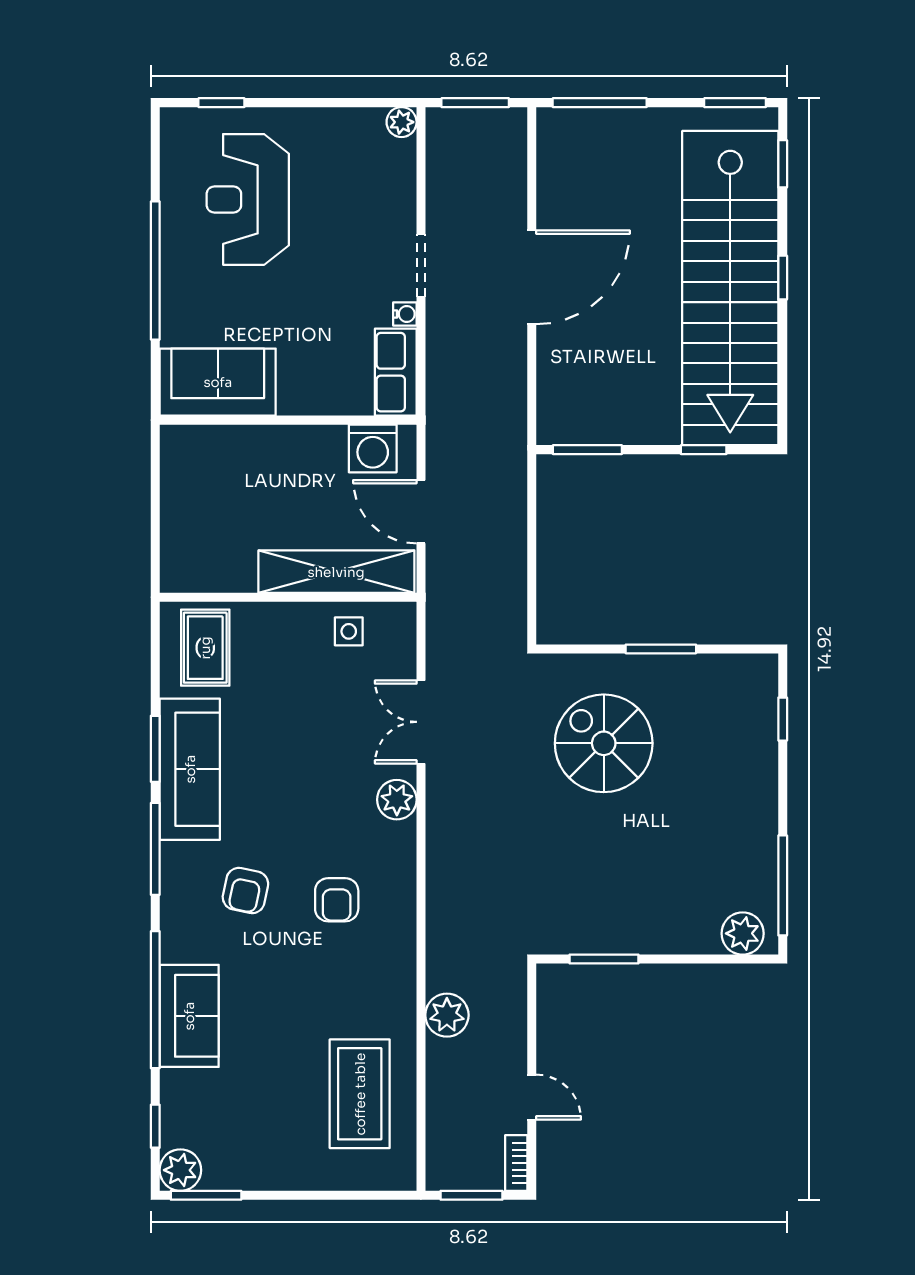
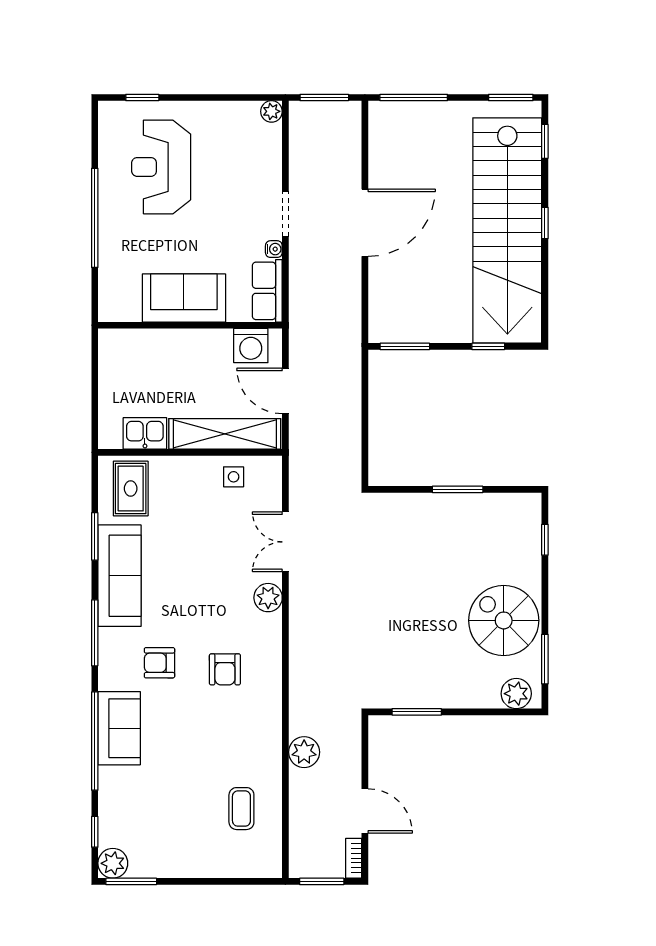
sofa: (218, 382) -> (184, 298), moved
kitchen sink: (225, 571) -> (145, 433), added
spiral stairs: (604, 743) -> (504, 620), moved
window: (155, 749) -> (95, 536), moved
window: (783, 885) -> (545, 659), width x0.69
armchair: (245, 891) -> (159, 663), turned 78
sofa: (189, 1016) -> (119, 728), moved
coffee table: (360, 1094) -> (241, 809), width x0.54, depth x0.58
door: (532, 1097) -> (365, 811), width x1.38

